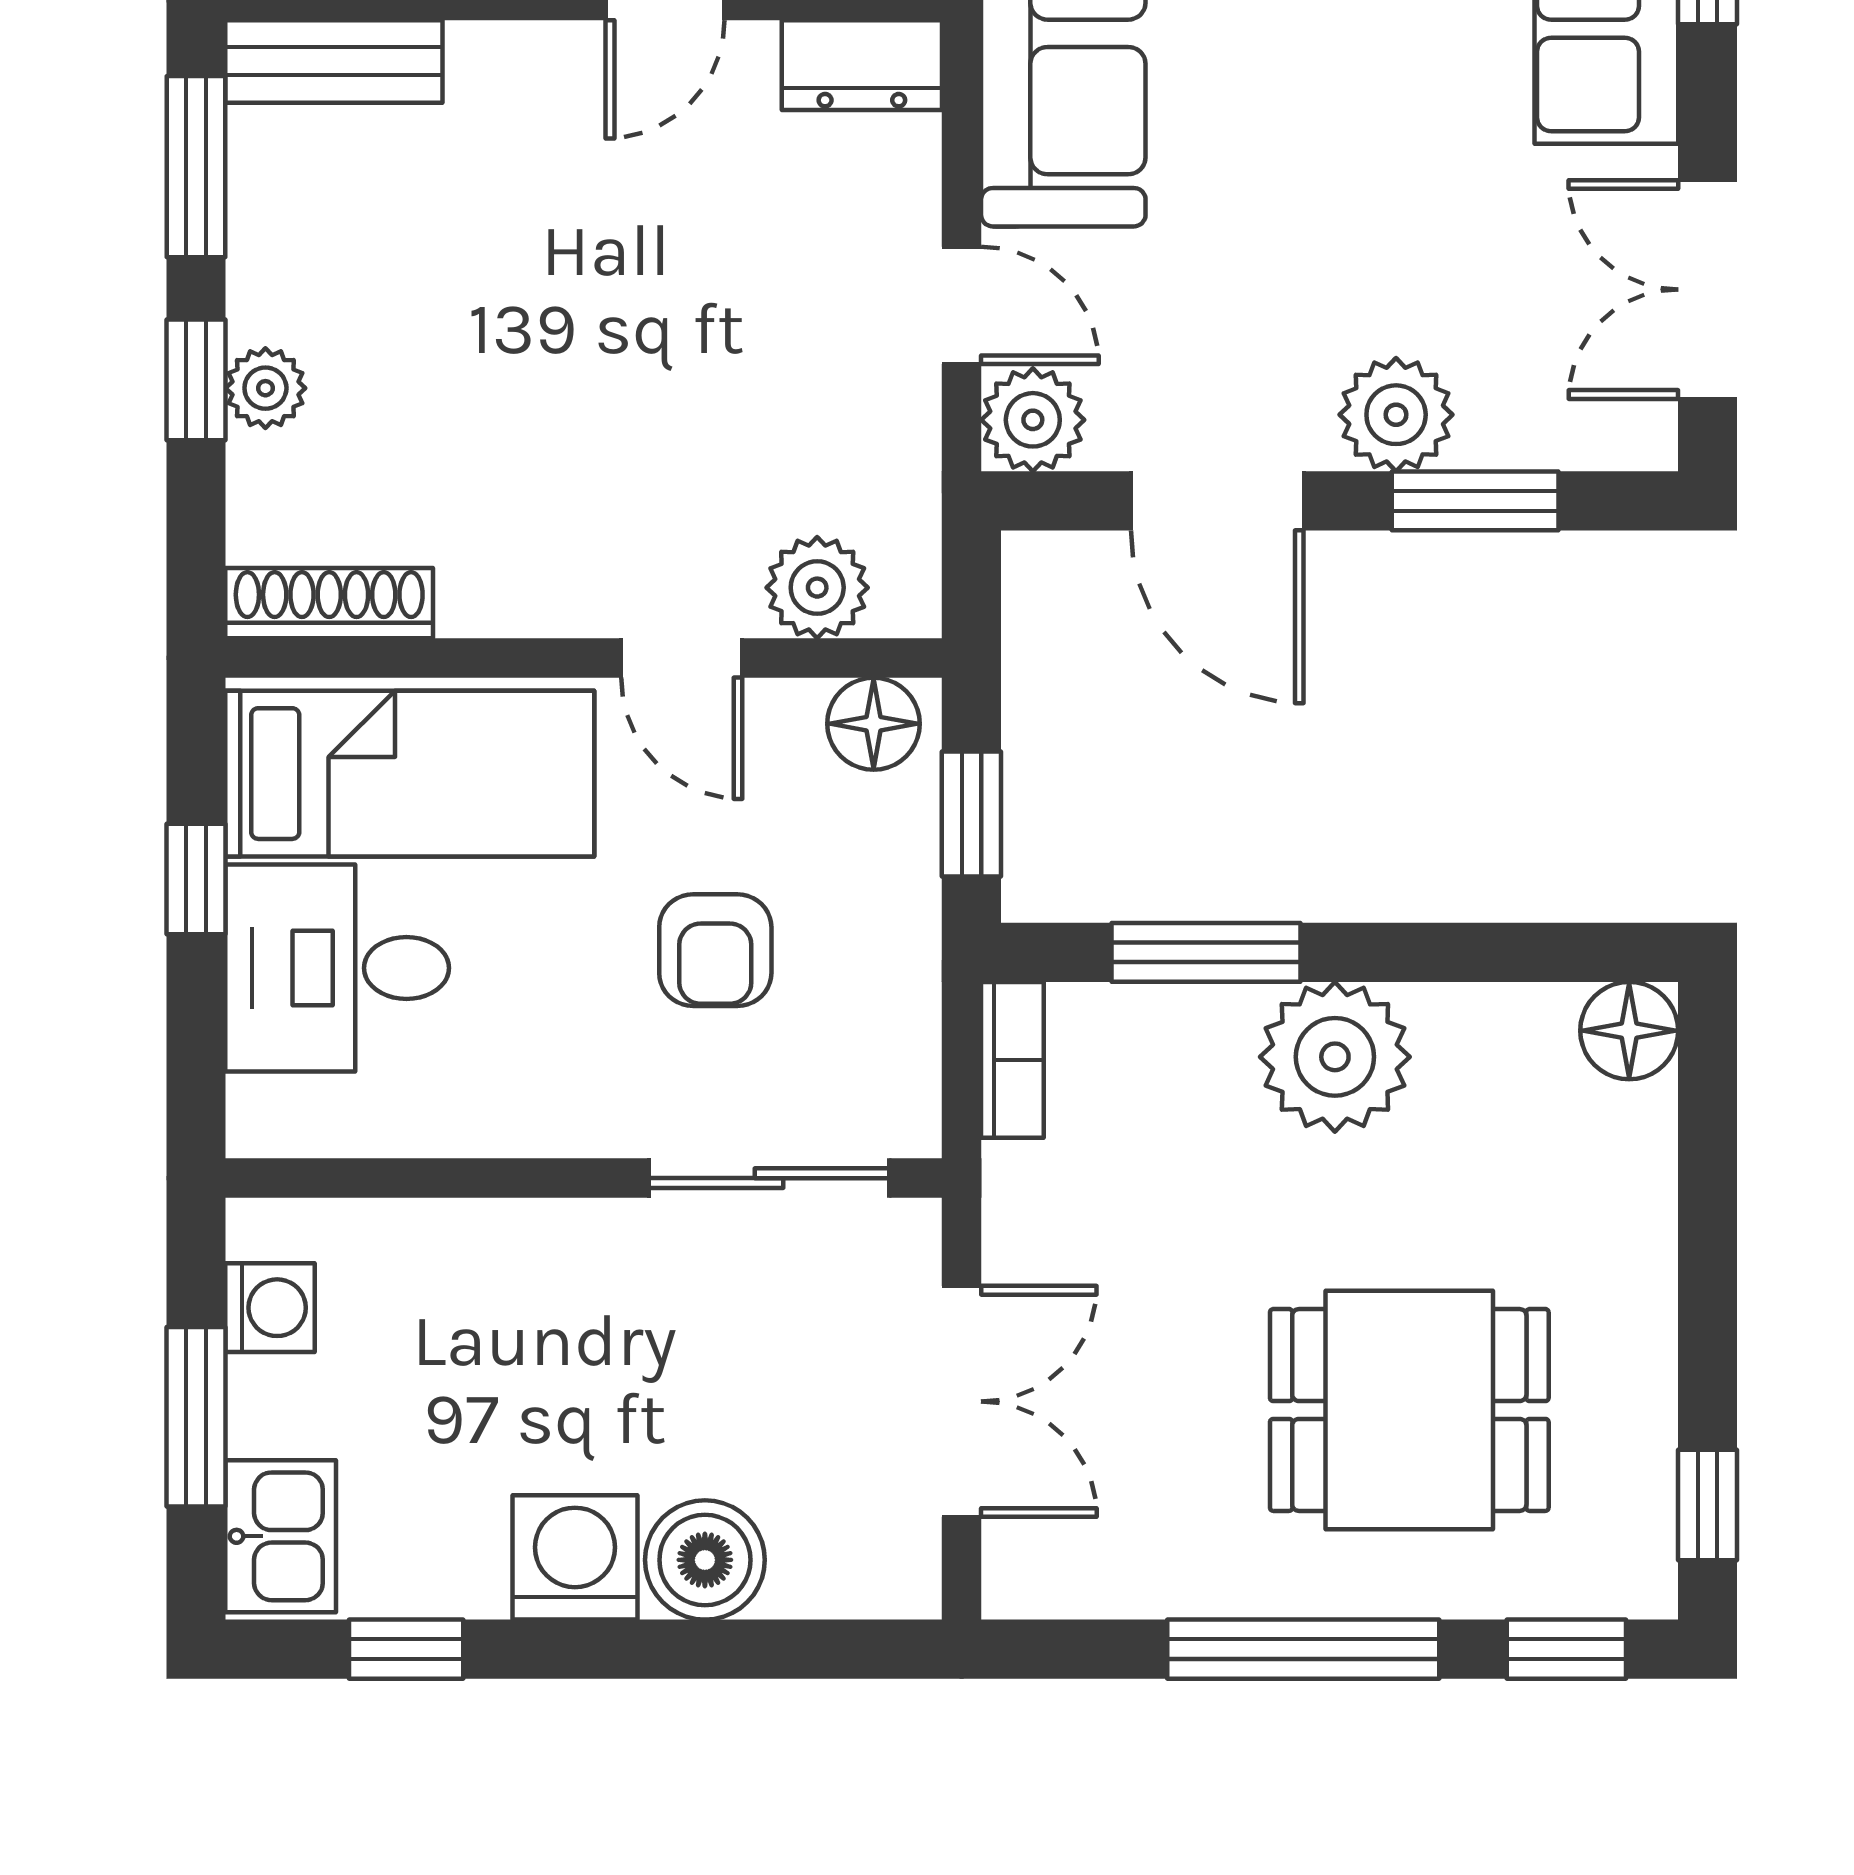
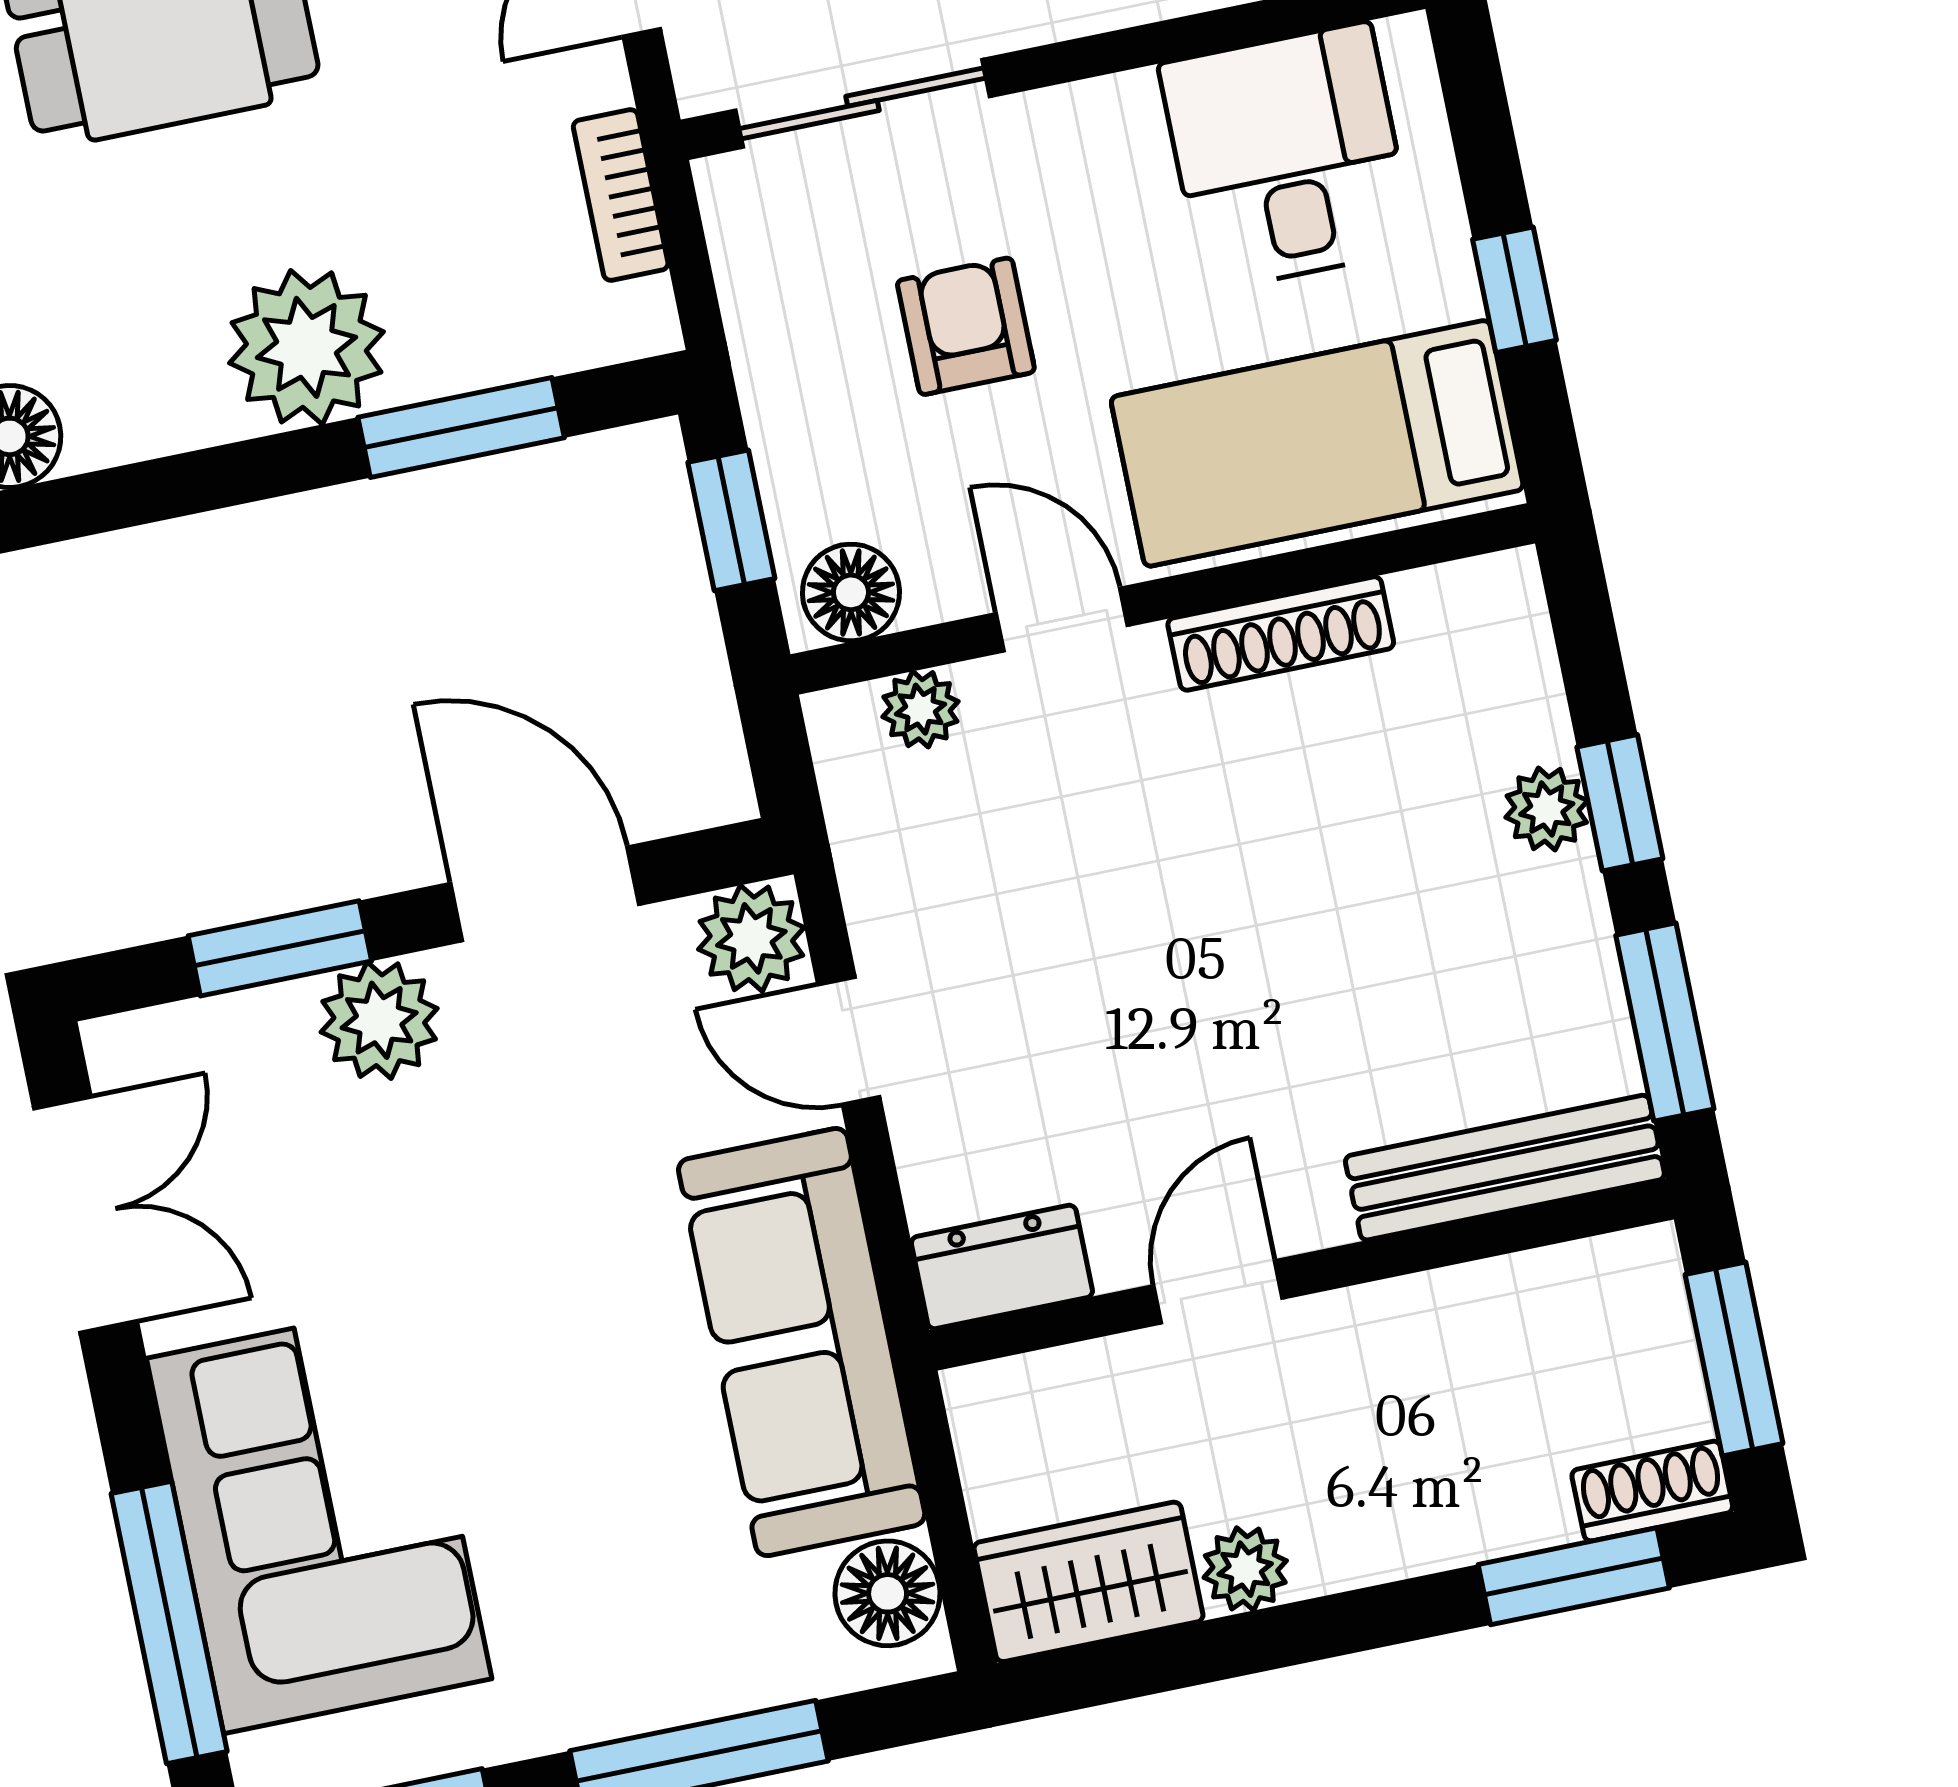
bench: (334, 61) -> (1505, 1168), width x1.36
plant: (817, 588) -> (920, 709), width x0.73, depth x0.73
shoe rack: (329, 603) -> (1281, 633), moved
desk: (337, 968) -> (1287, 157), moved, turned -90
bookcase: (1012, 1060) -> (621, 195), moved

